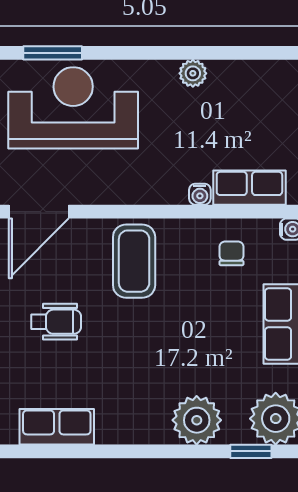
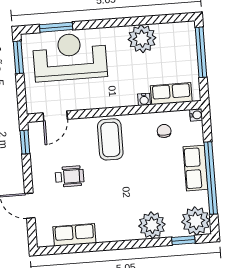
plant: (193, 73) -> (142, 39), width x1.88, depth x1.88
door: (39, 212) -> (55, 116), width x0.73

